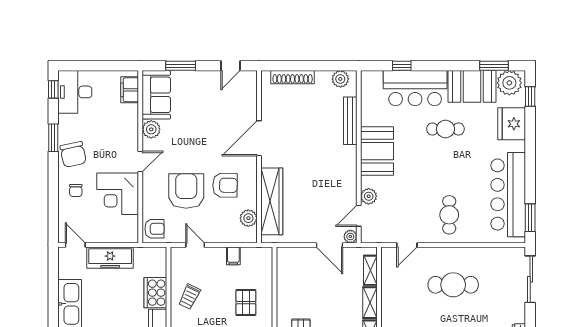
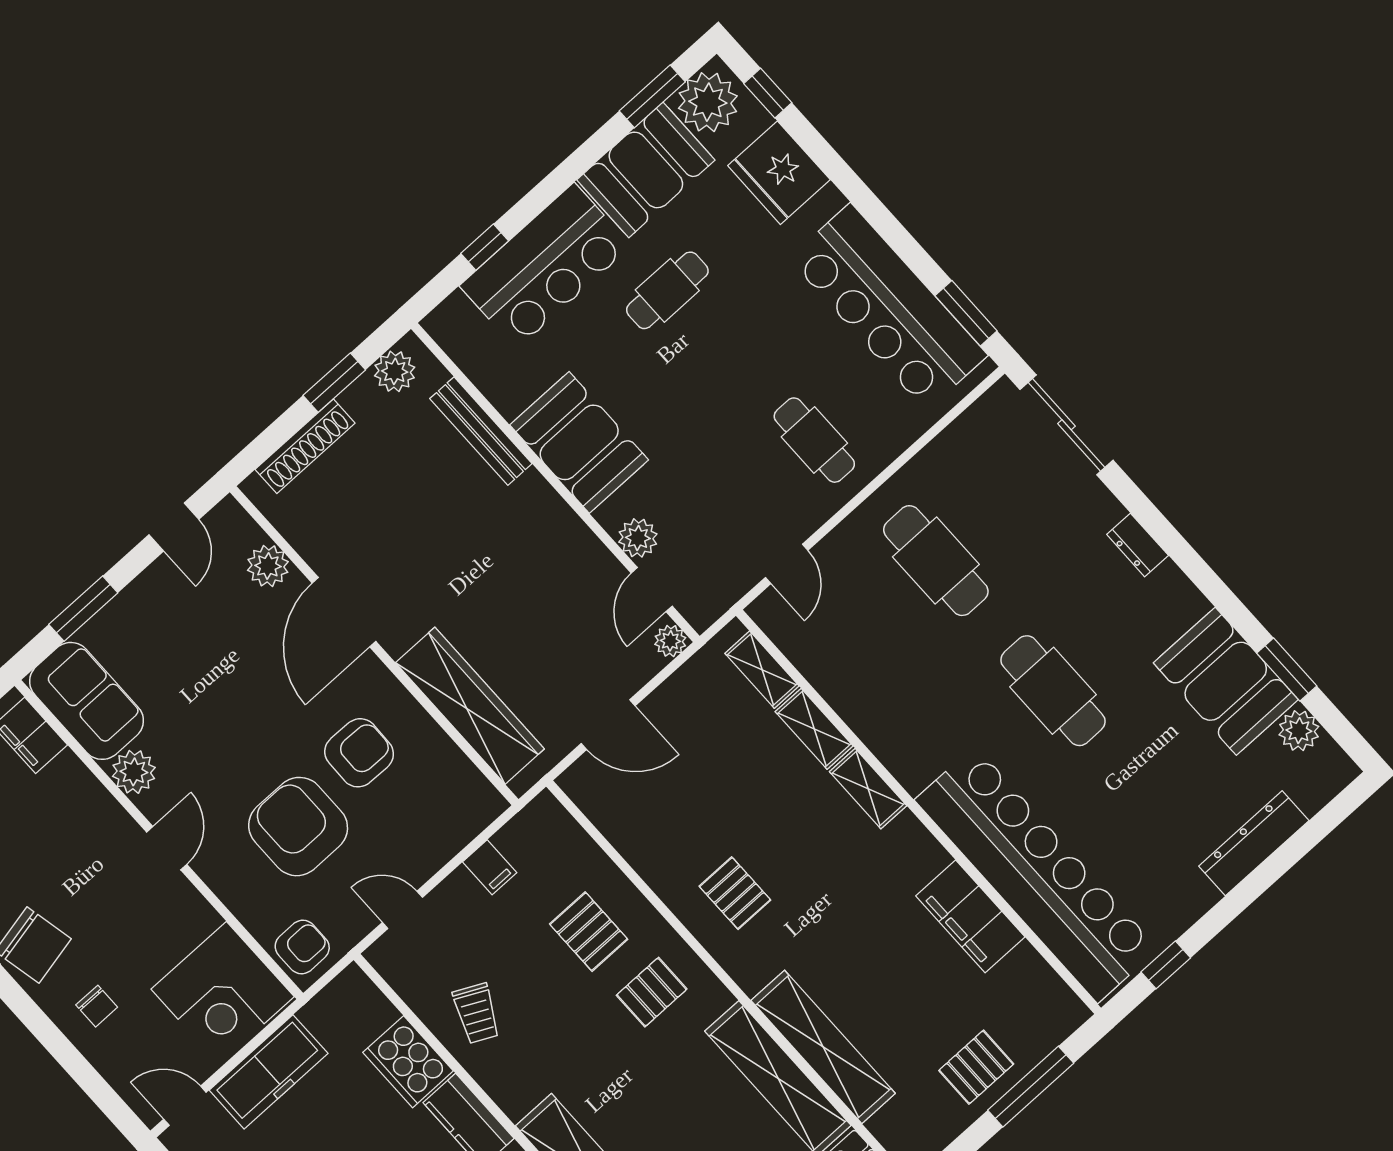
window: (319, 66) -> (334, 383), added
corner desk: (118, 194) -> (223, 993), moved
plant: (248, 218) -> (268, 566), moved
door: (329, 245) -> (608, 725), moved
cafe table: (453, 285) -> (936, 561), turned 90

